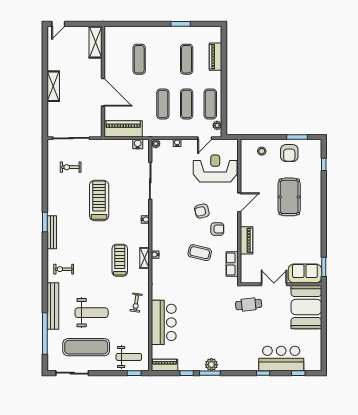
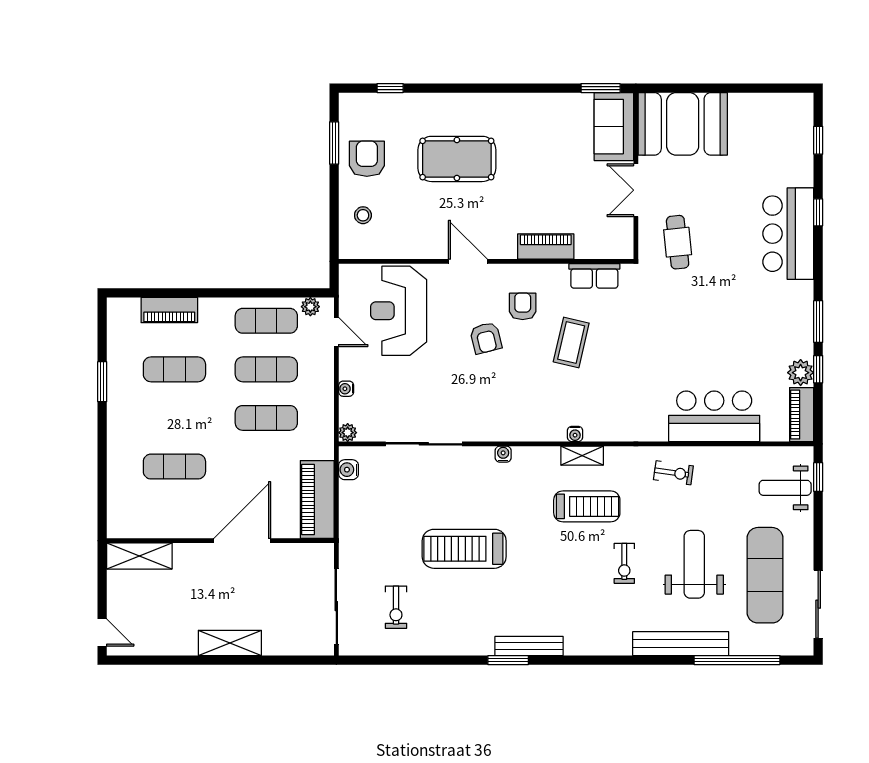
armchair: (289, 153) -> (367, 159), turned -90
treadmill: (120, 260) -> (587, 506), turned 180
exercise bike: (64, 269) -> (624, 563), moved
weight bench: (129, 357) -> (785, 488), turned -90
bar counter: (281, 359) -> (788, 234), moved
plant: (211, 365) -> (801, 373), moved

